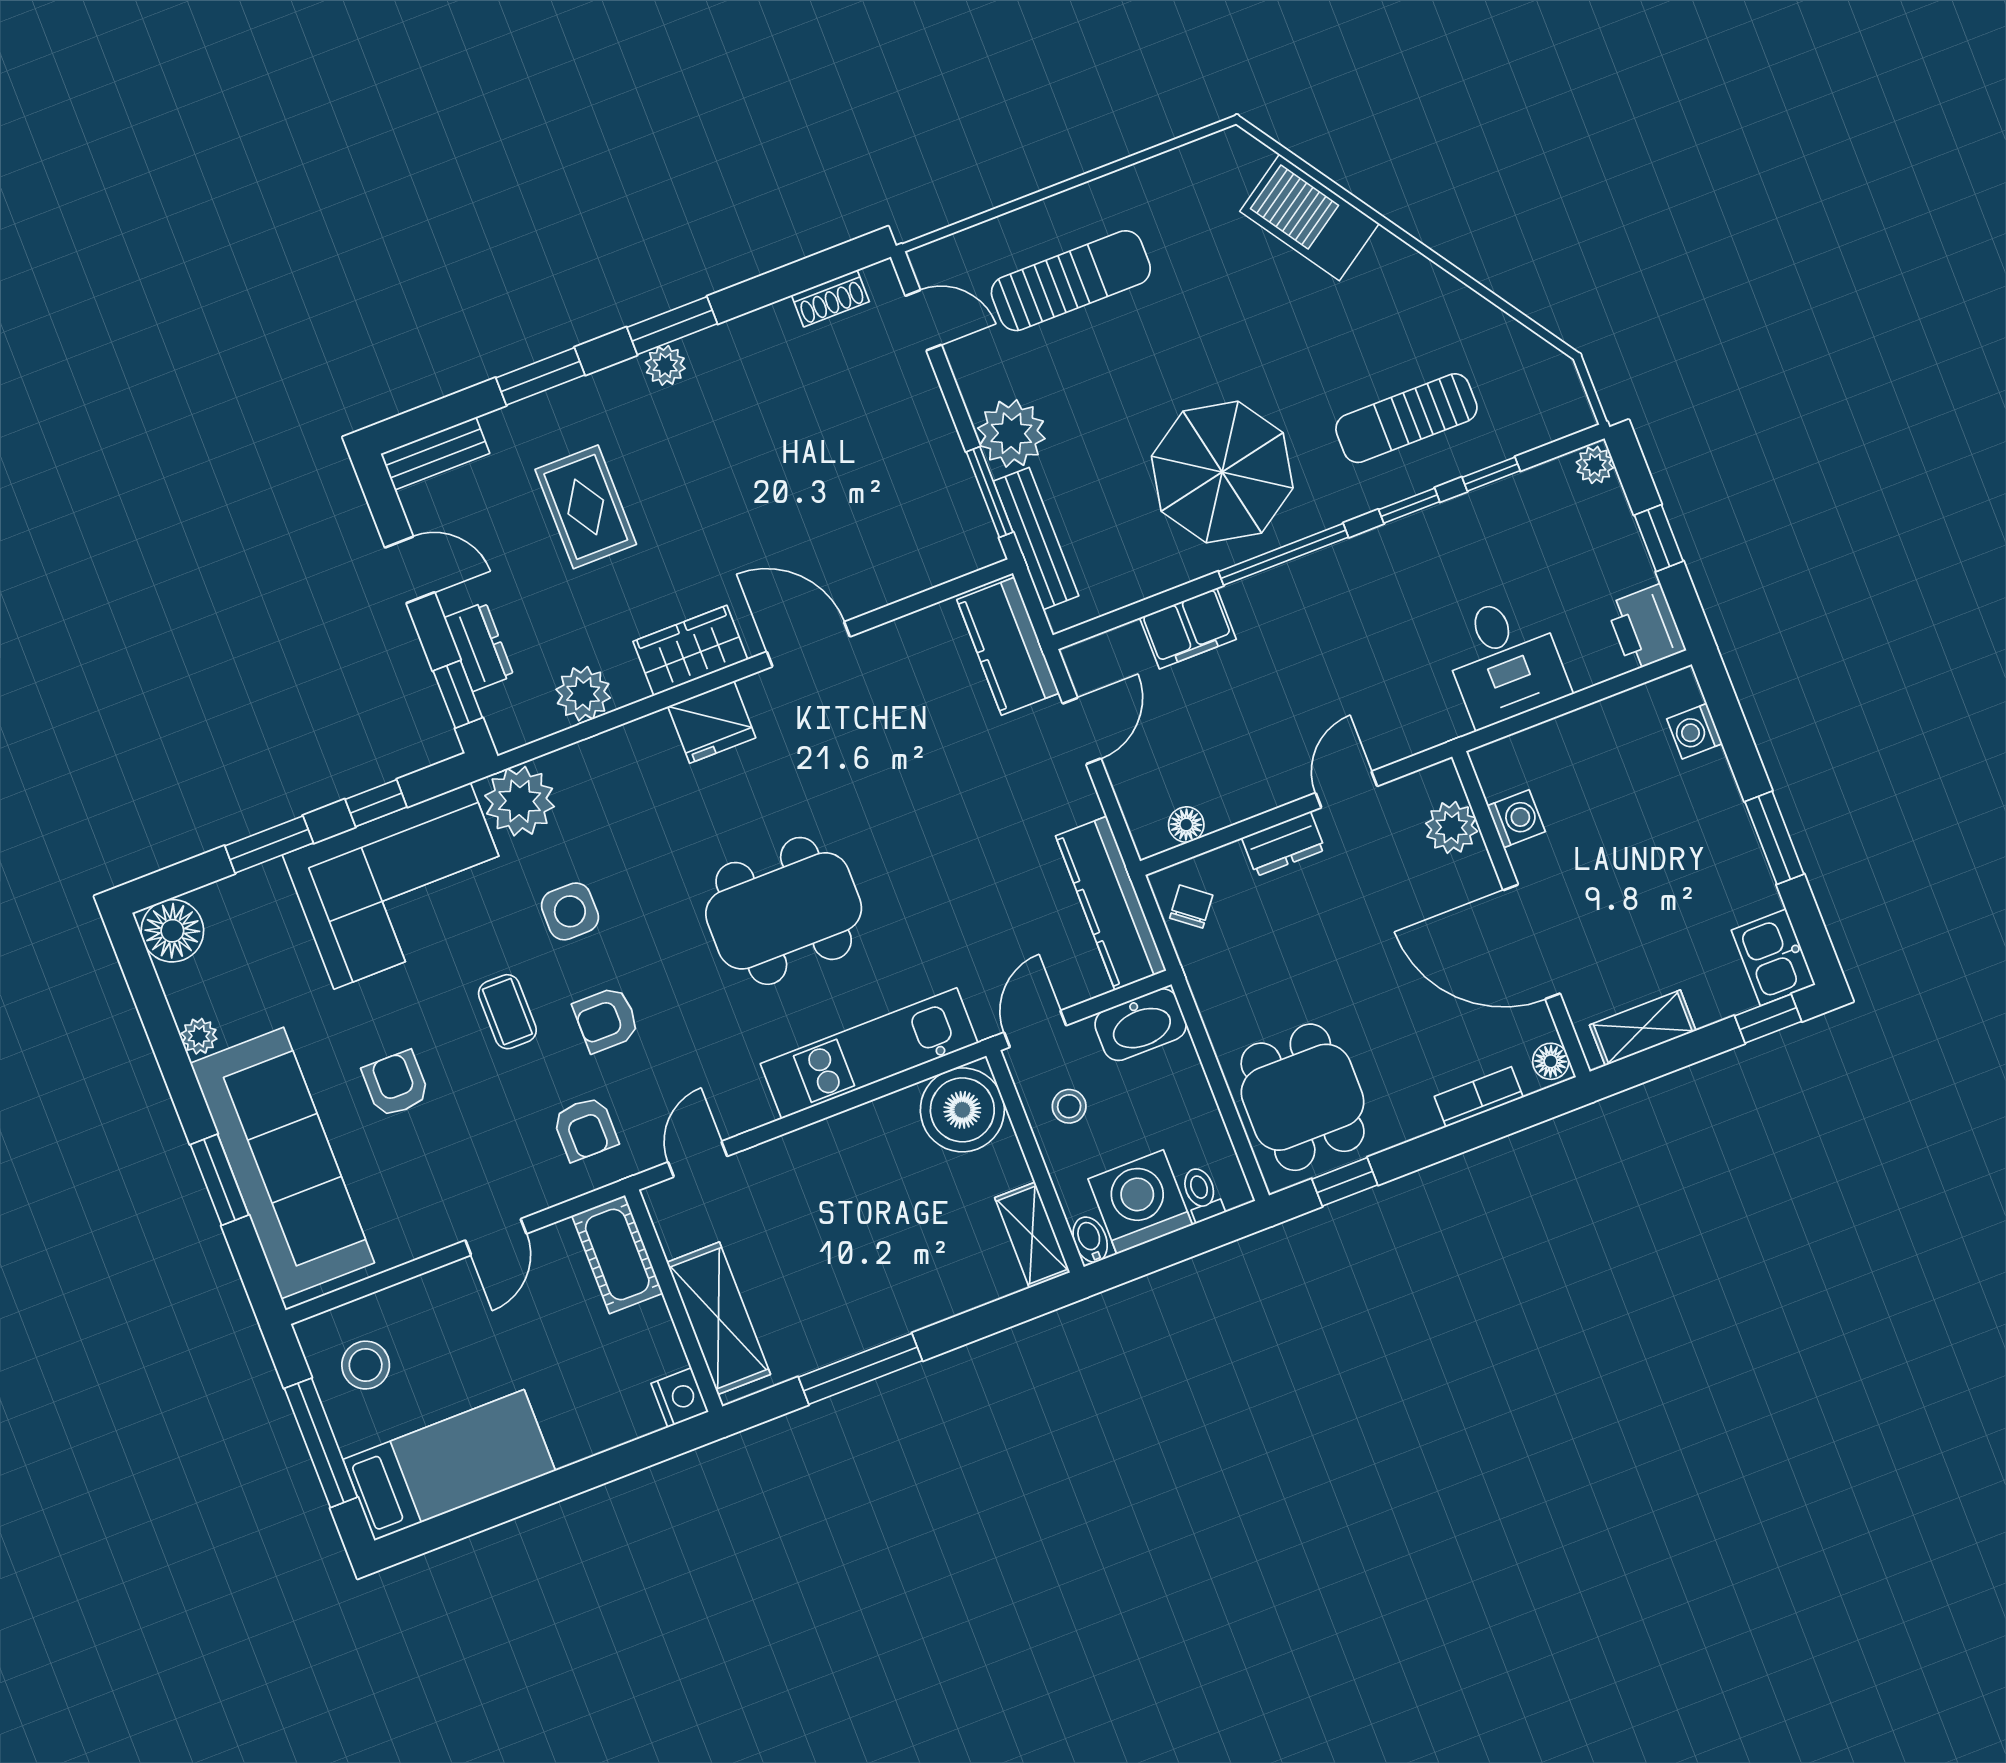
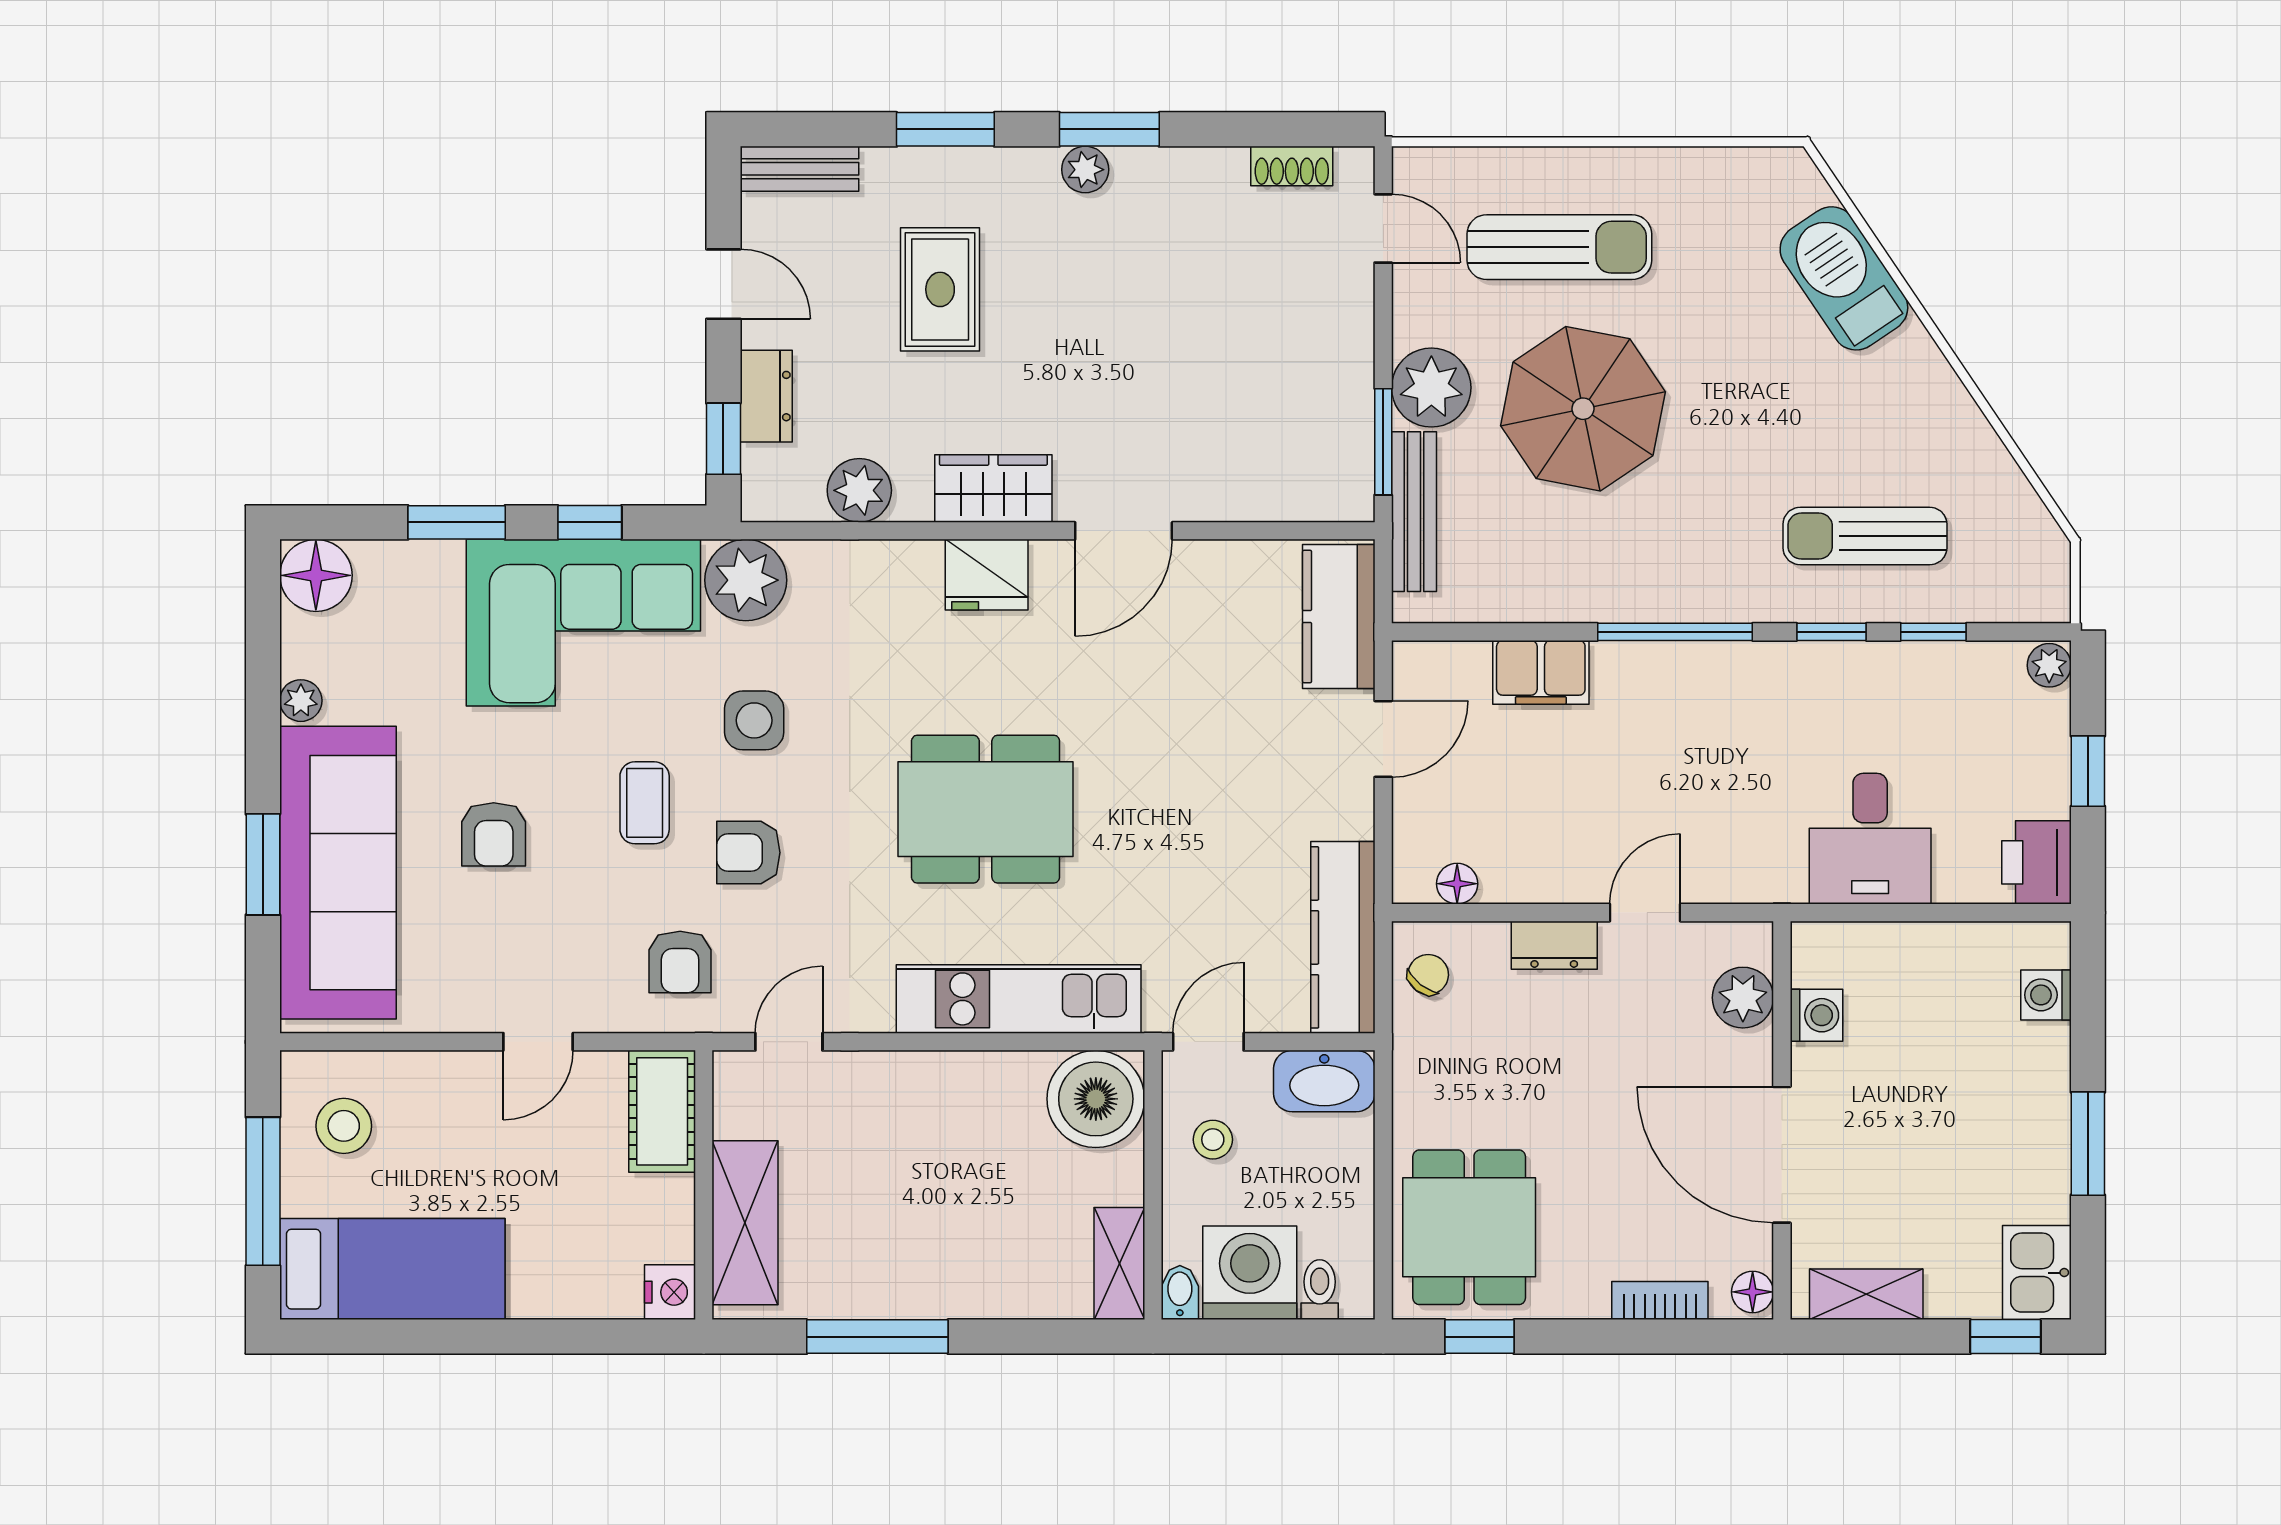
parasol: (1222, 472) -> (1583, 409), moved
door: (808, 644) -> (1124, 531), swing flipped
armchair: (396, 1084) -> (494, 834), turned 180

